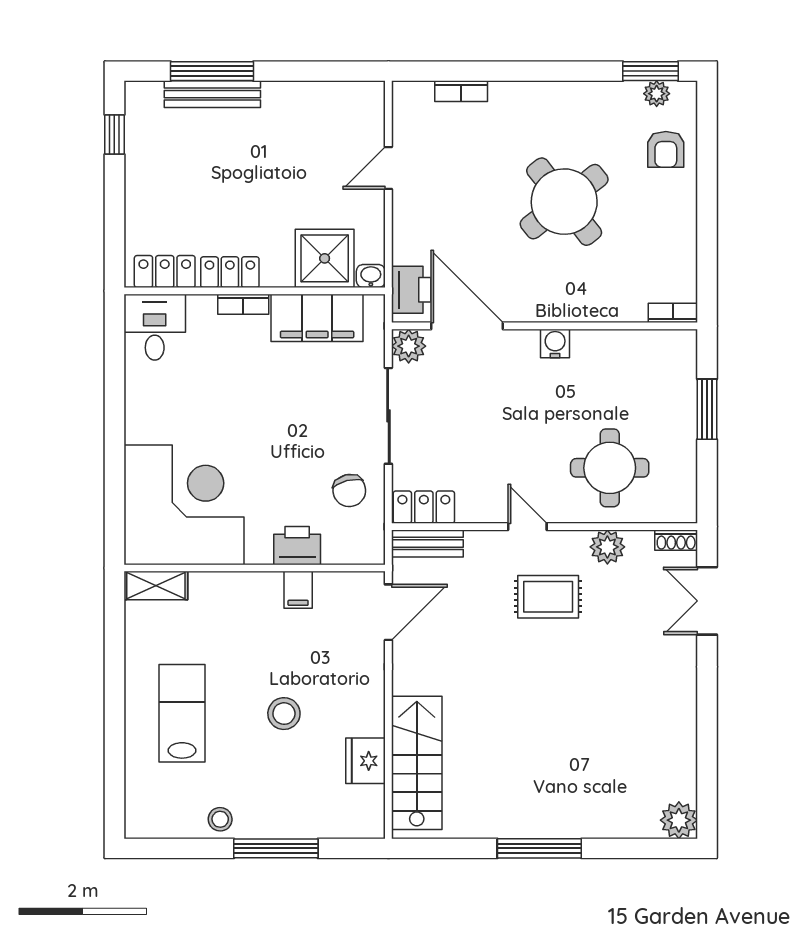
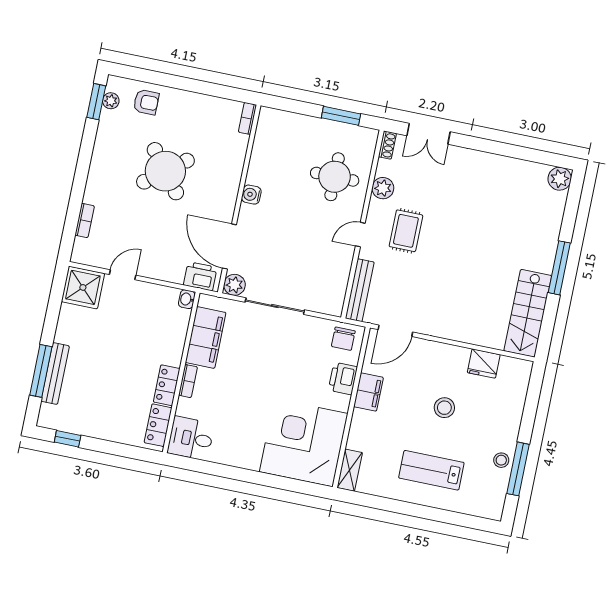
door: (388, 168) -> (123, 275), swing flipped
shower: (325, 258) -> (83, 287), moved
door: (467, 326) -> (229, 246), hinge flipped
window: (707, 409) -> (341, 116), moved
chair: (349, 491) -> (343, 339), moved, turned 104
locker: (424, 507) -> (335, 296), removed
bench: (427, 543) -> (360, 290), width x1.36
filing cabinet: (298, 590) -> (368, 392), width x2.00
door: (388, 612) -> (395, 331), swing flipped
stairs: (417, 763) -> (528, 313), moved, turned -90
window: (276, 848) -> (518, 469), moved

